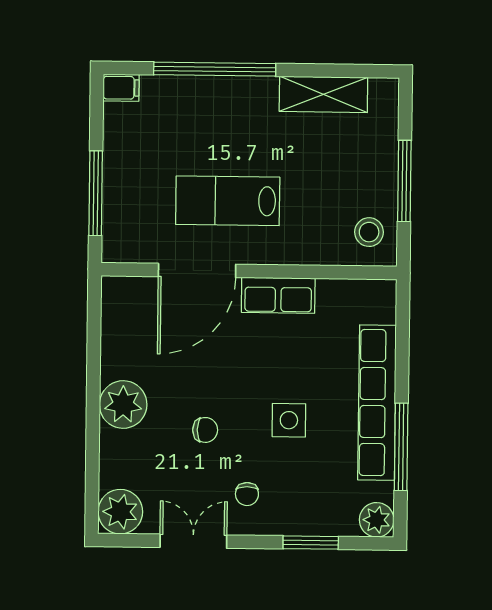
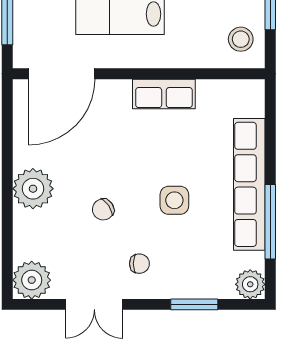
door: (197, 270) -> (62, 74), moved
chair: (205, 430) -> (103, 209), turned 146
chair: (247, 494) -> (139, 264), turned -90
double door: (193, 541) -> (94, 304), swing flipped

